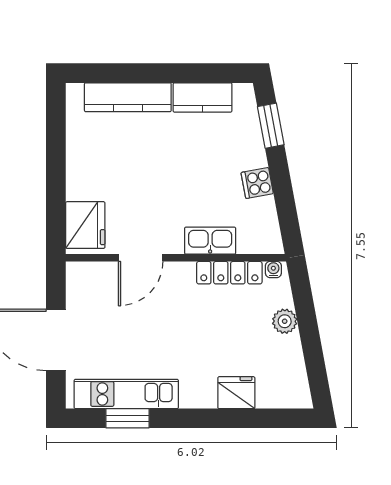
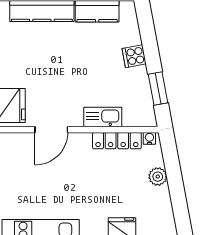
window: (271, 126) -> (158, 89), moved
cooker: (257, 183) -> (134, 56), moved

